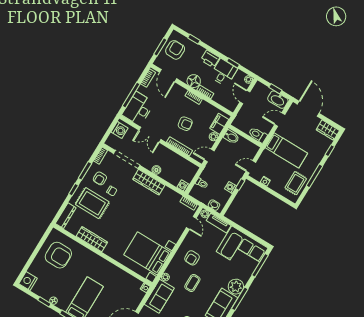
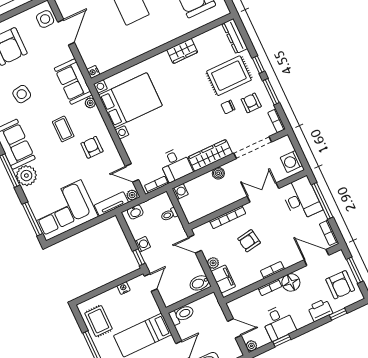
printer: (210, 59) -> (320, 310), moved
door: (209, 156) -> (195, 244), swing flipped
desk: (169, 200) -> (175, 165), added
wardrobe: (92, 239) -> (182, 51), width x0.67

